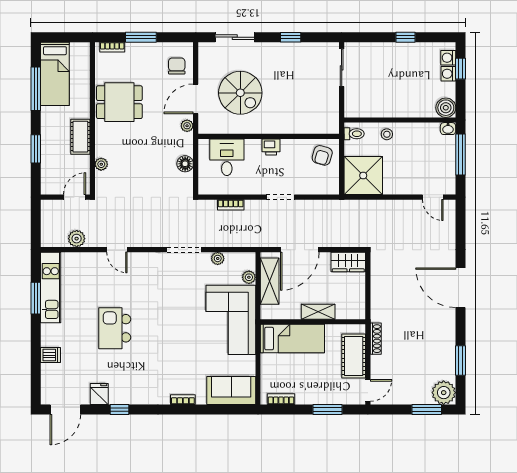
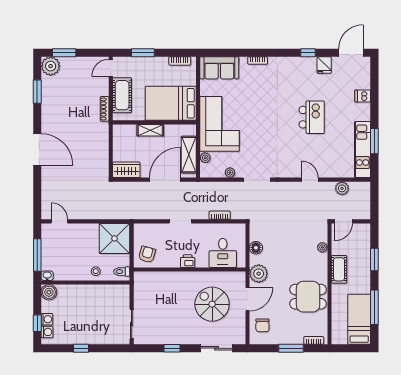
plant: (187, 126) -> (259, 274), width x1.87, depth x1.87
bed: (292, 339) -> (171, 103), width x1.50

